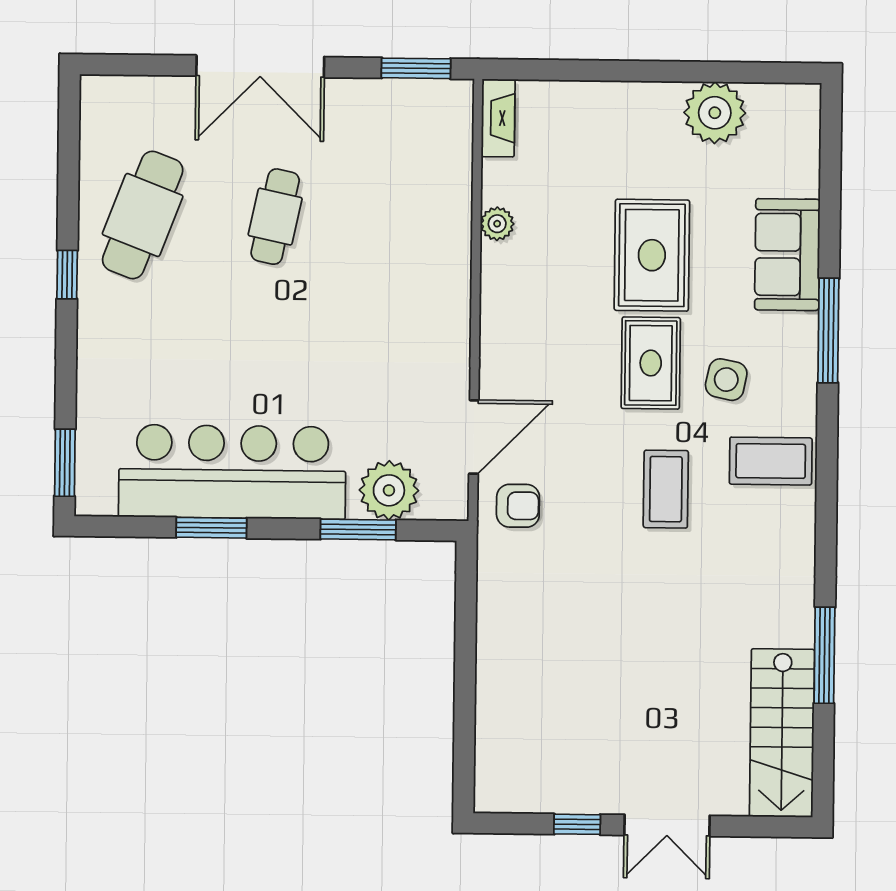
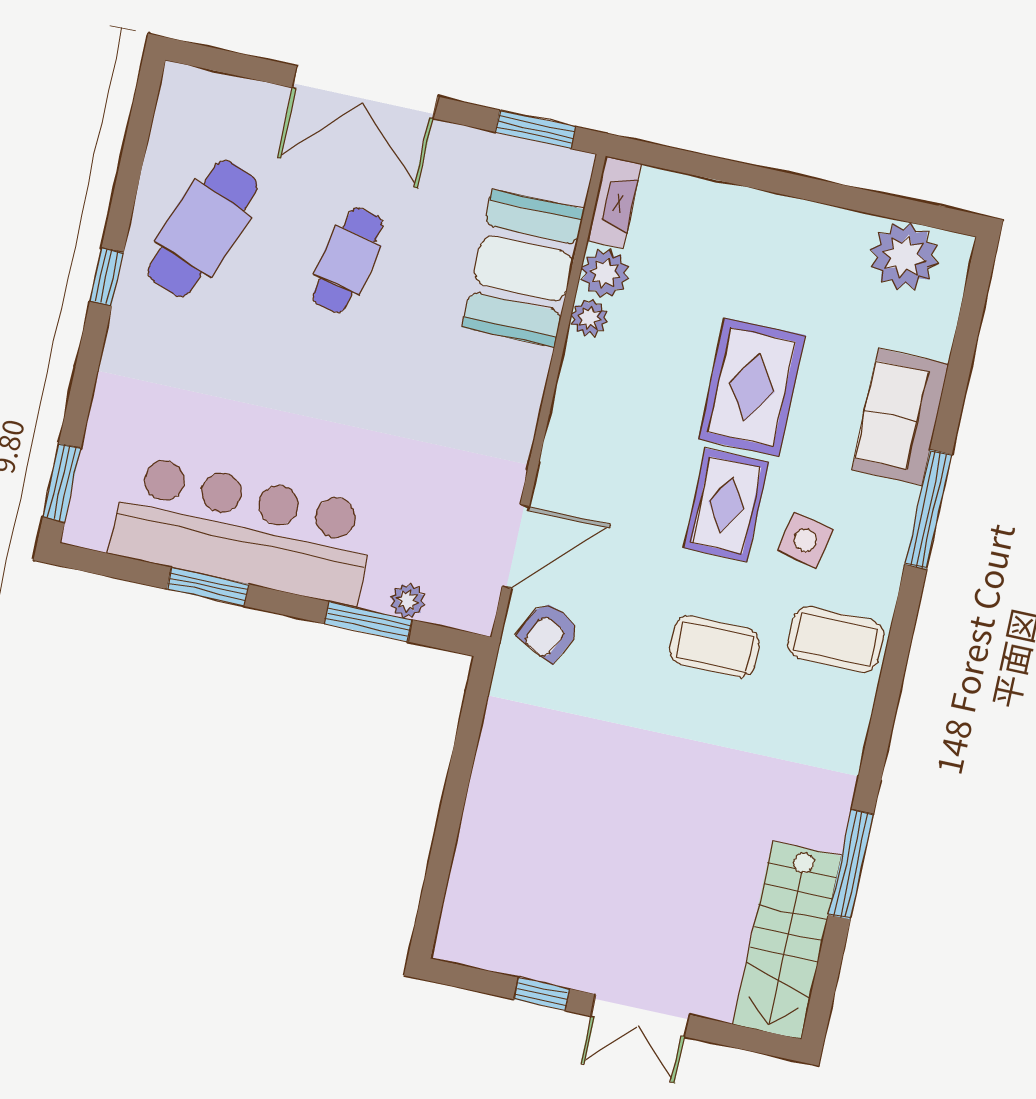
plant: (715, 113) -> (904, 256), moved
plant: (503, 182) -> (605, 273), added
booth: (430, 192) -> (523, 268), added
coffee table: (666, 489) -> (714, 647), turned 90
plant: (389, 490) -> (407, 601), width x0.53, depth x0.53
armchair: (518, 506) -> (549, 632), turned 116

